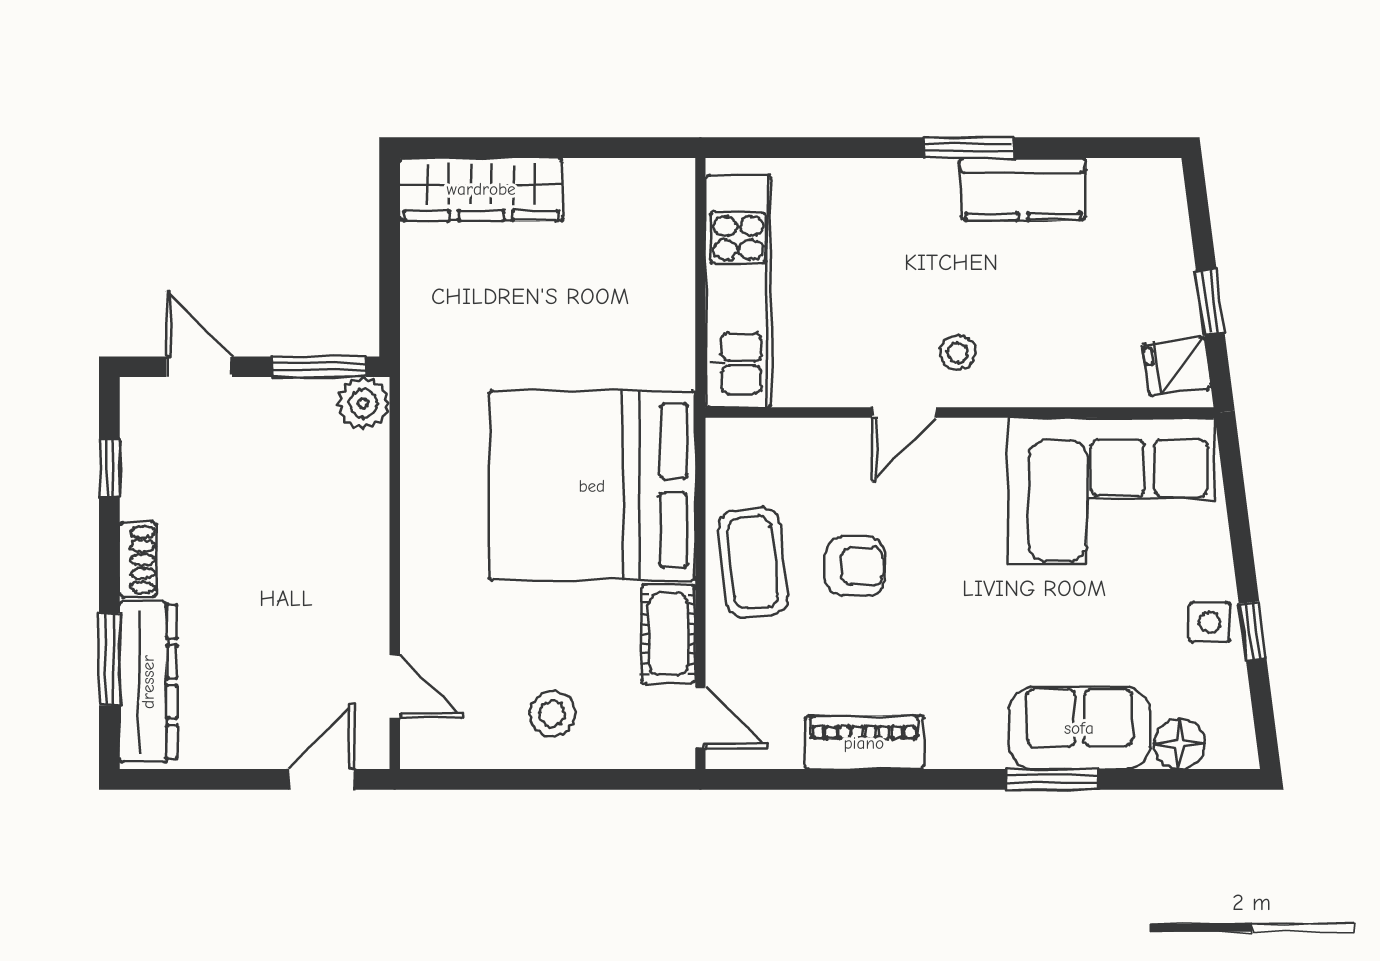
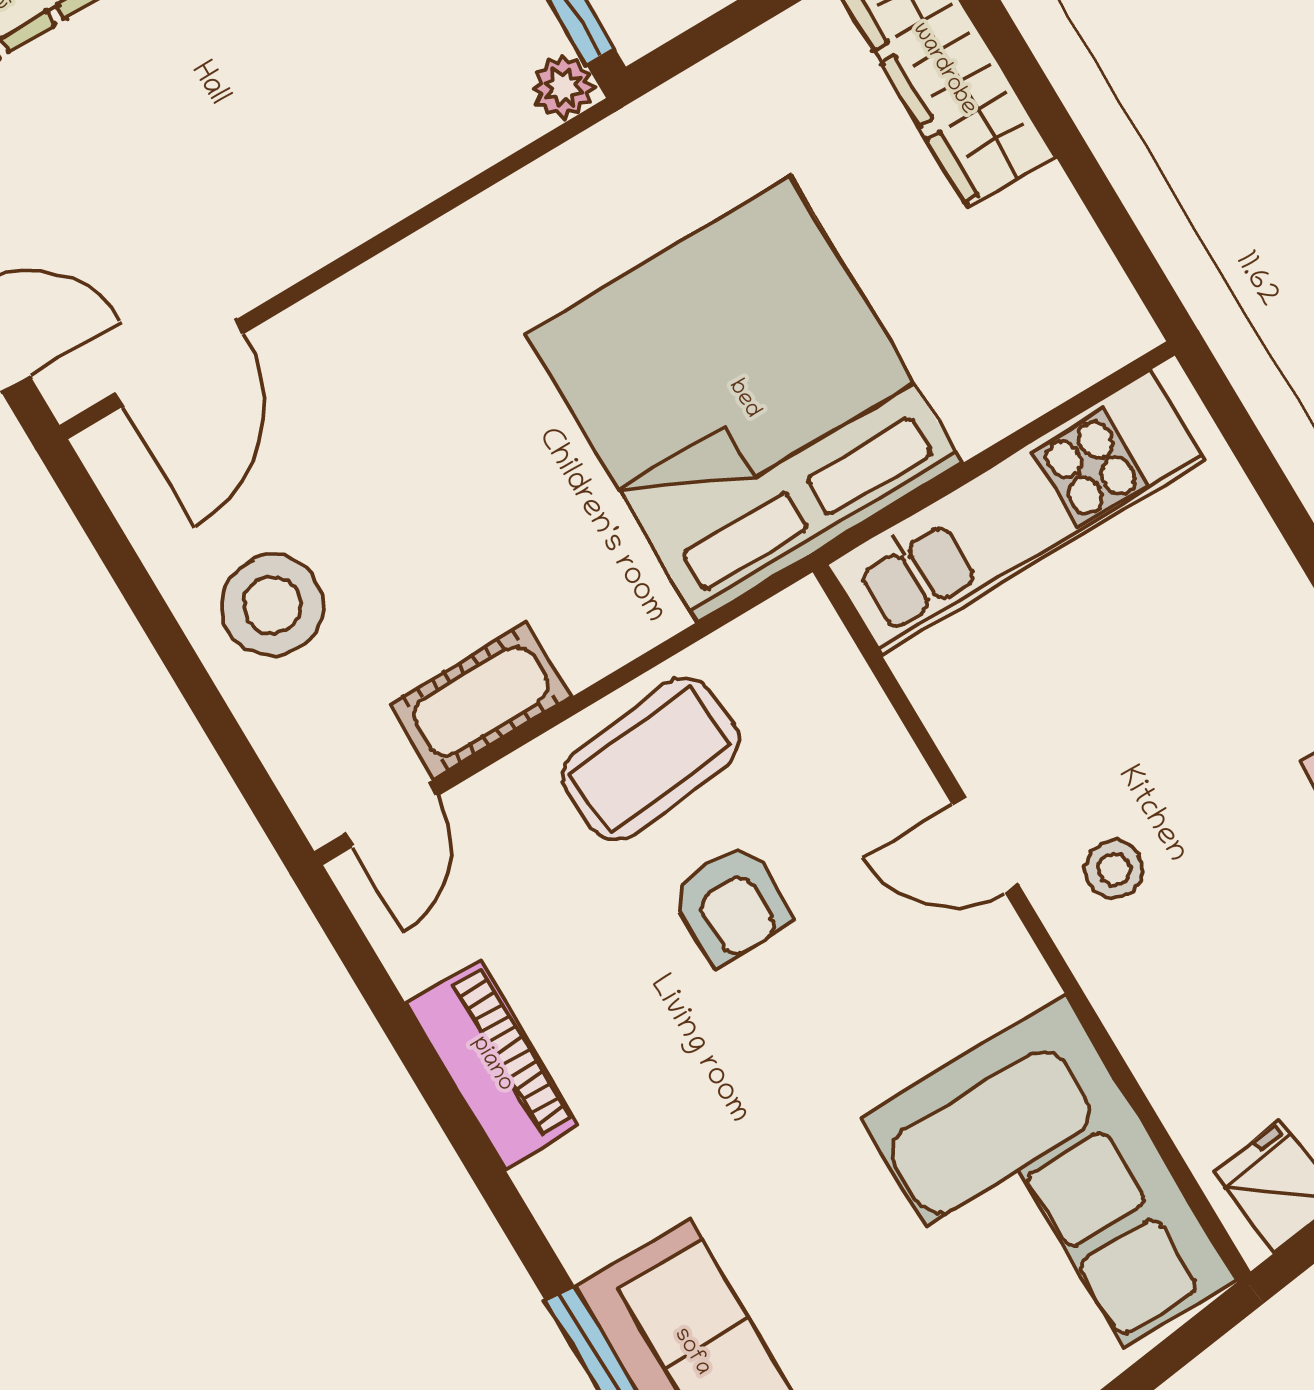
plant: (363, 403) -> (563, 87), width x0.73, depth x0.73
bed: (592, 486) -> (744, 399), moved
door: (395, 686) -> (179, 363), width x1.38
stool: (552, 714) -> (272, 605), width x1.38, depth x1.38

